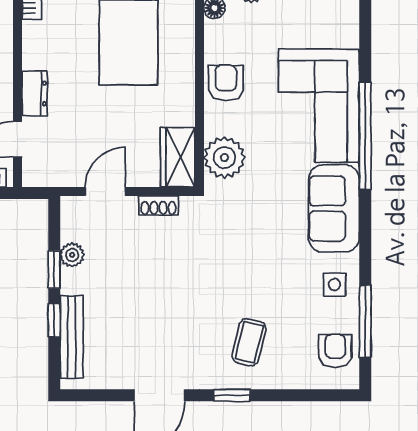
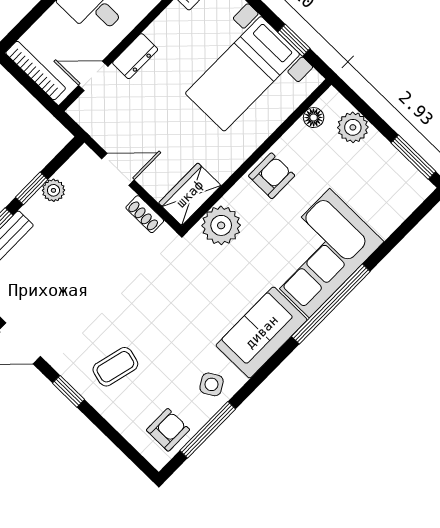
side table: (335, 285) -> (212, 384), turned -31

